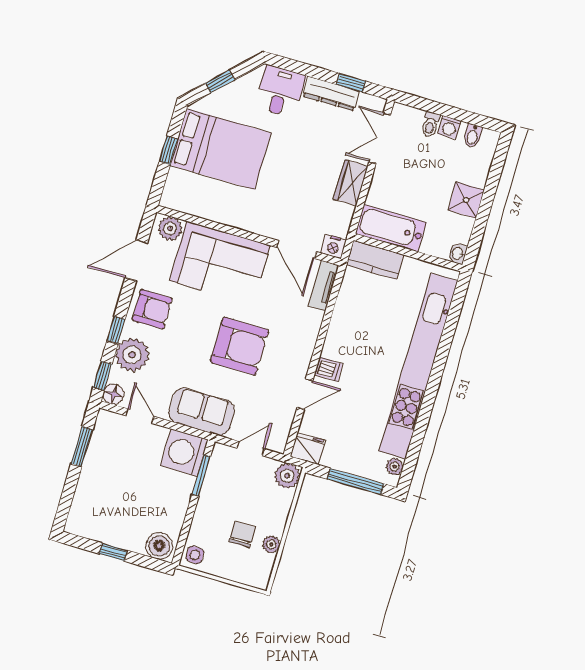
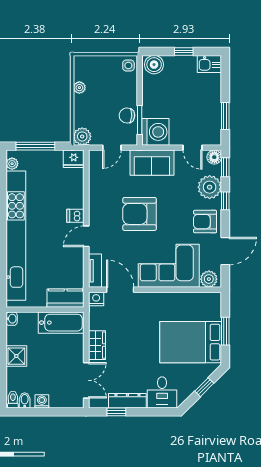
toilet: (430, 125) -> (13, 400), moved
window: (168, 150) -> (225, 331), width x1.50
door: (305, 394) -> (86, 236), moved
kitchen sink: (83, 524) -> (209, 64), added
chair: (242, 534) -> (127, 116), moved, turned 93

